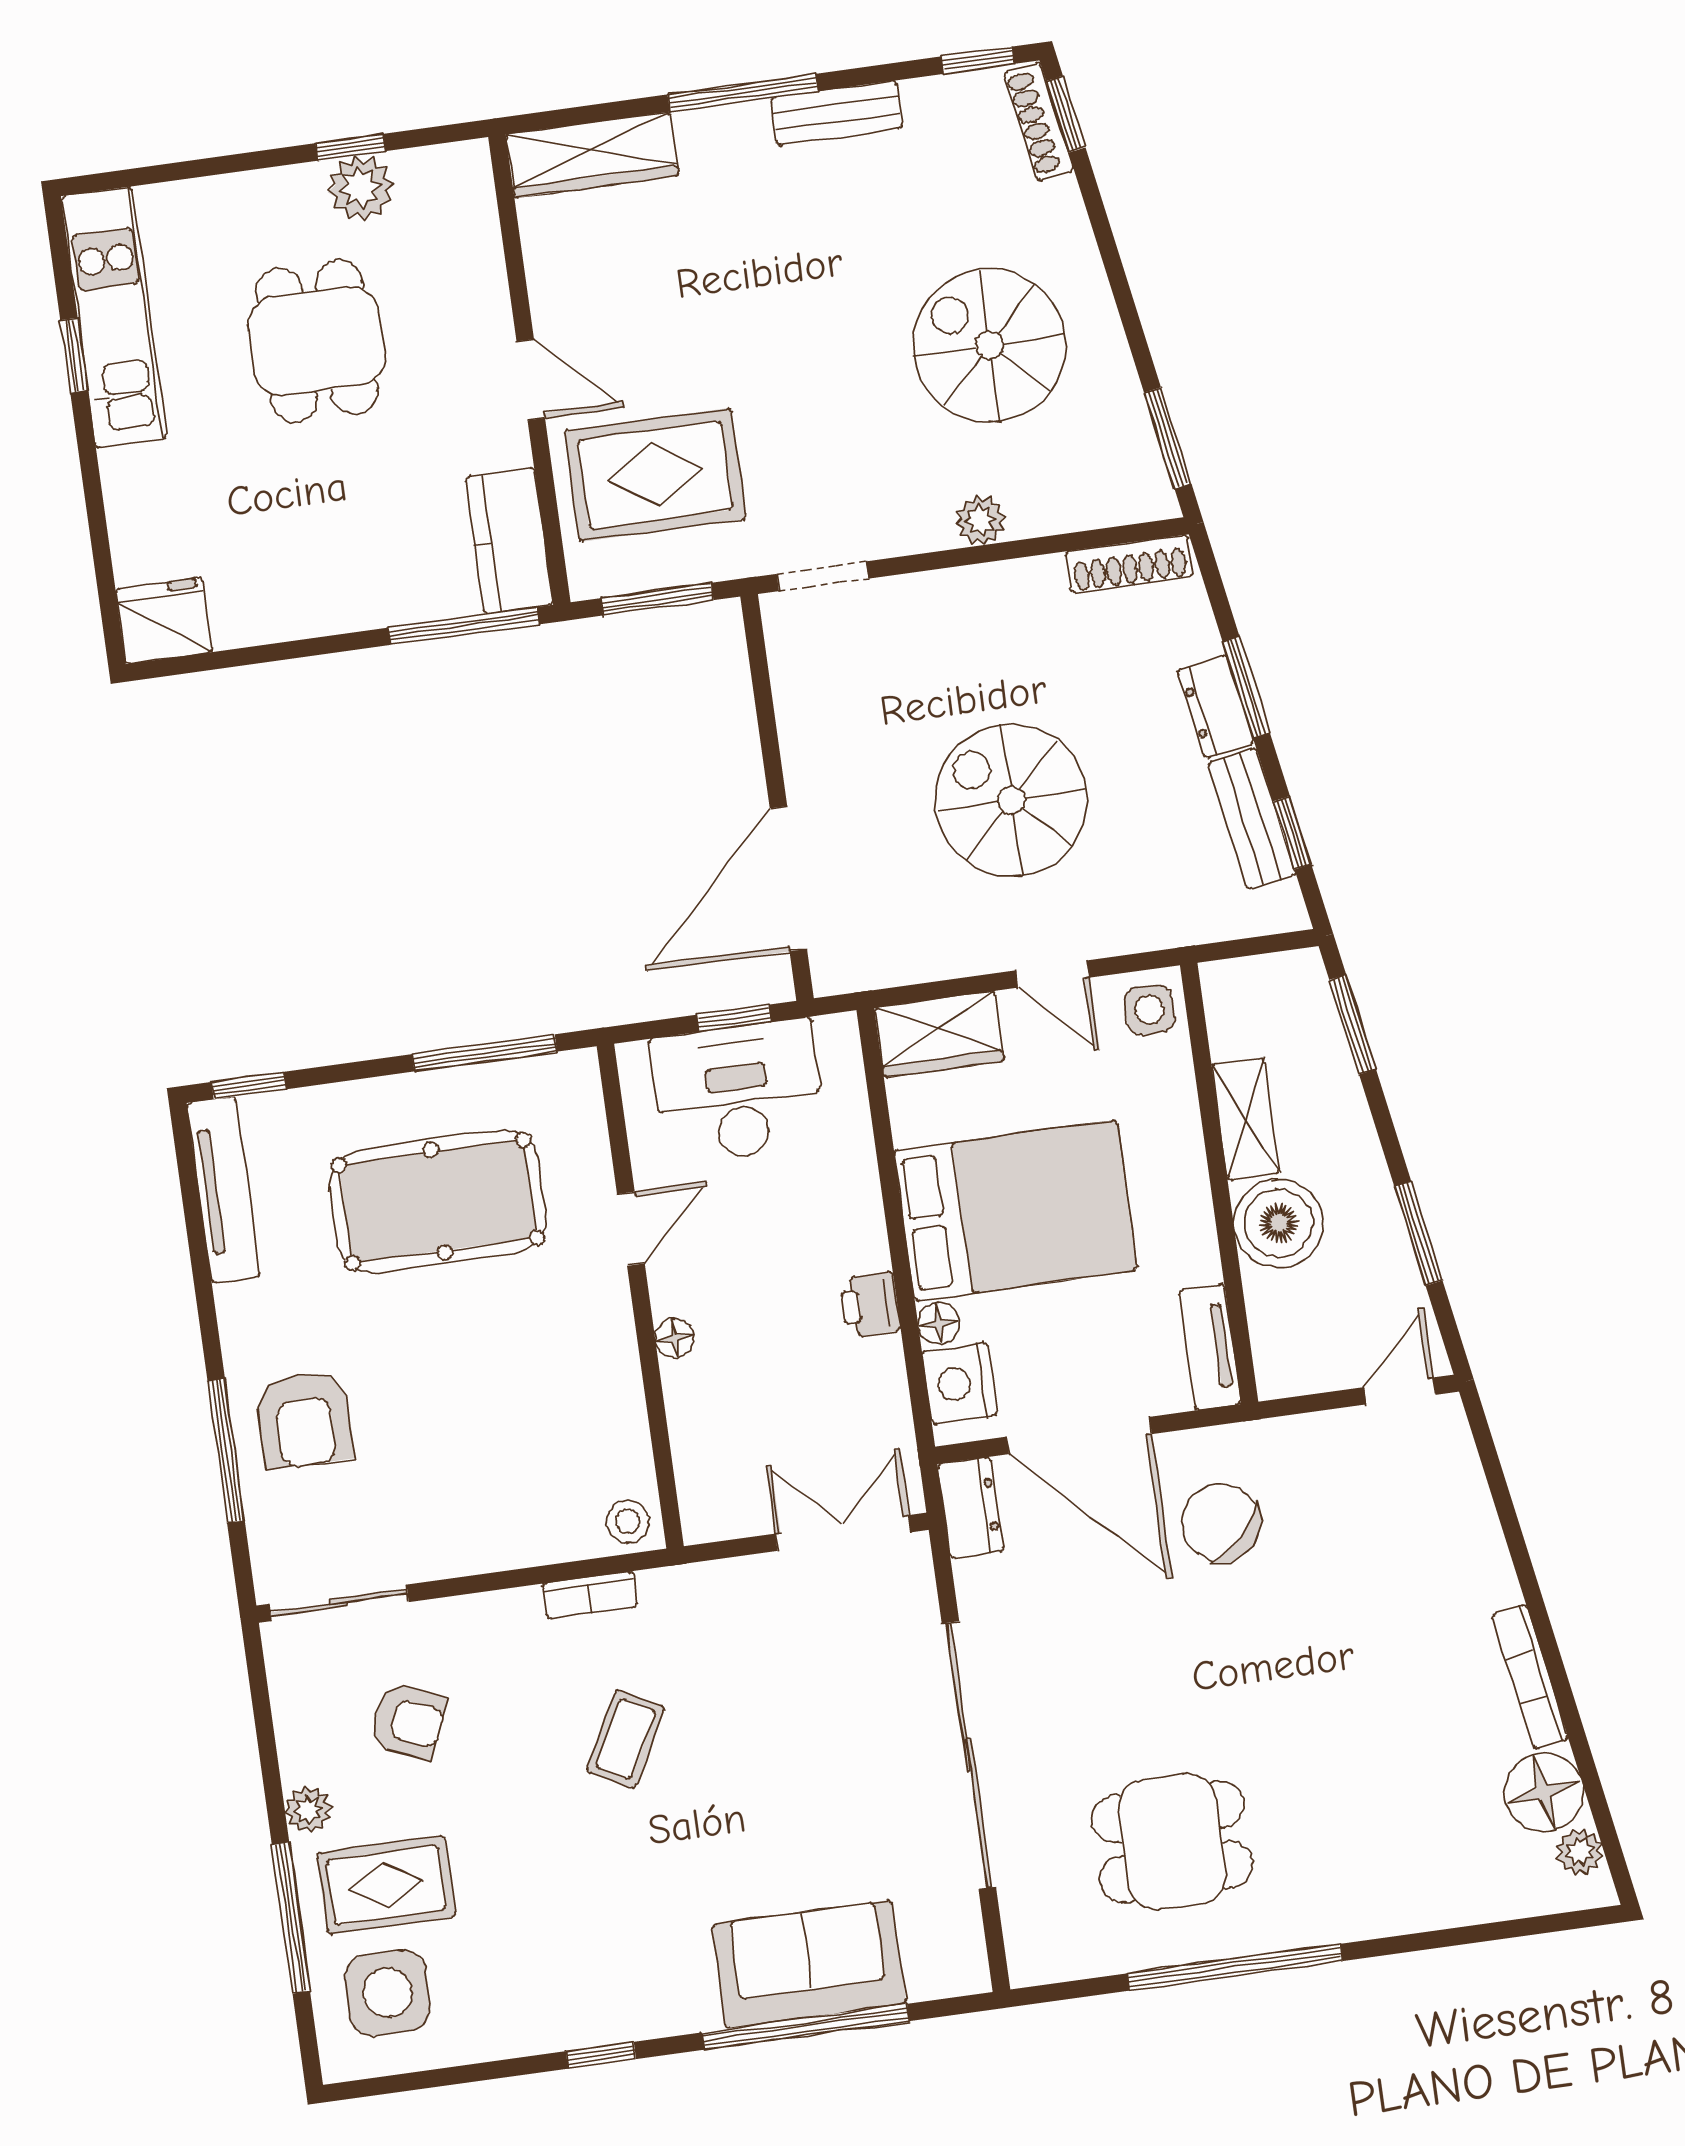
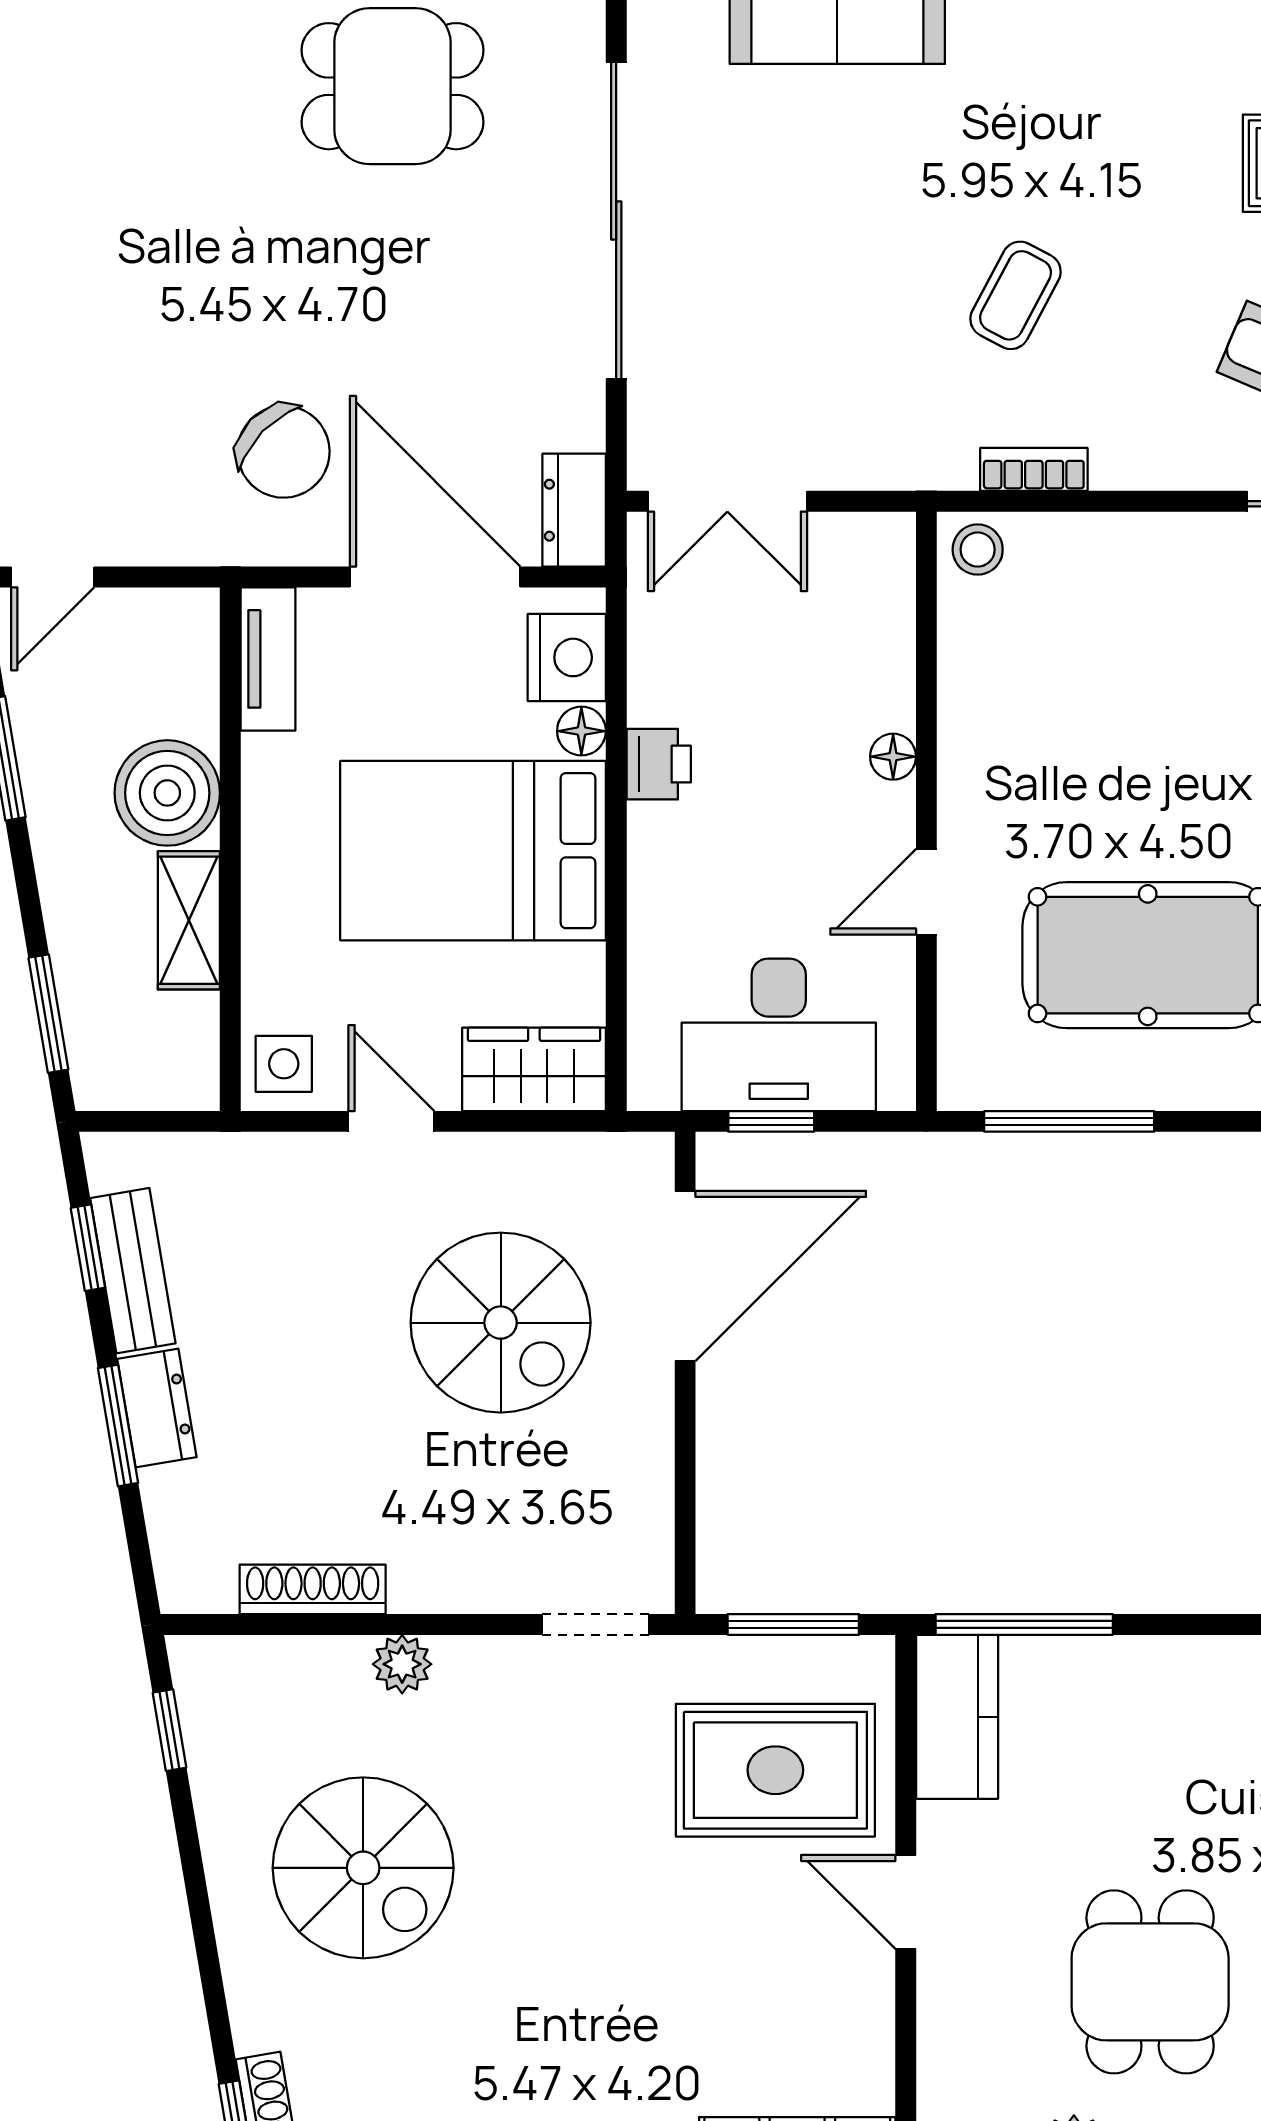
window: (1168, 438) -> (169, 1730), width x0.67
shoe rack: (1129, 564) -> (313, 1589), moved
spiral stairs: (1012, 800) -> (501, 1323), moved

